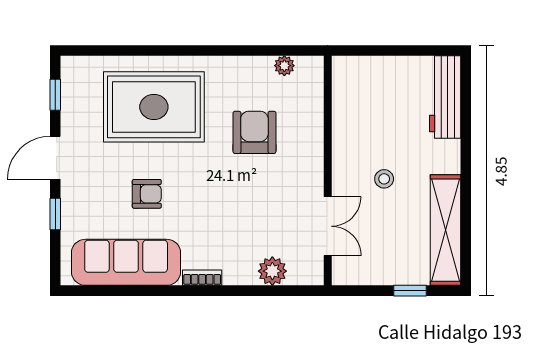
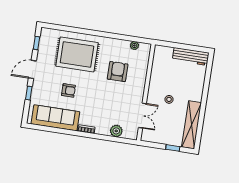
workbench: (445, 97) -> (191, 56), moved, turned -90

